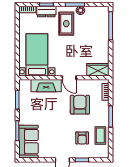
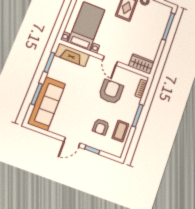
fireplace: (46, 86) -> (72, 55), moved
sofa: (29, 142) -> (46, 104), width x1.36

